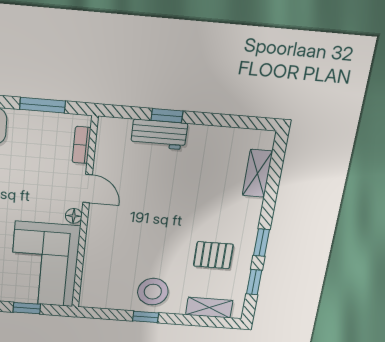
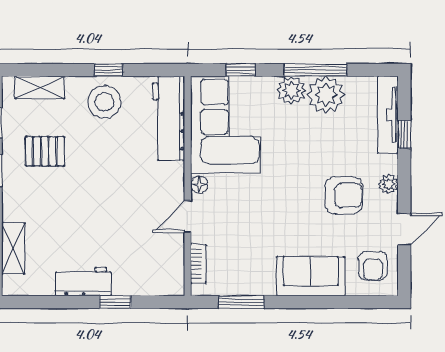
workbench: (159, 134) -> (83, 282), moved
door: (88, 189) -> (188, 216), hinge flipped
workbench: (96, 274) -> (169, 118), added

